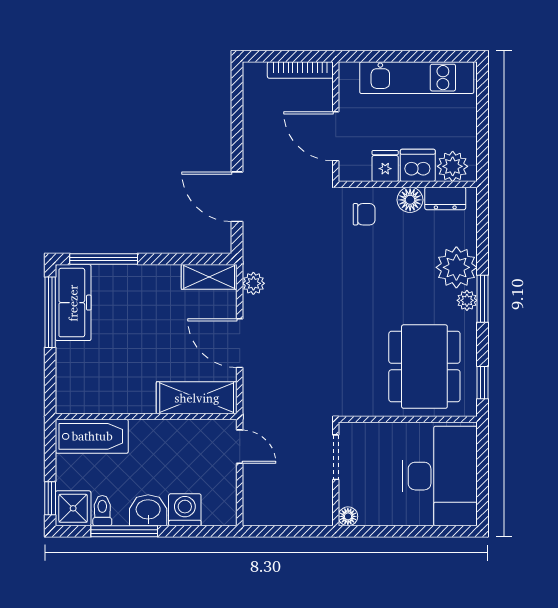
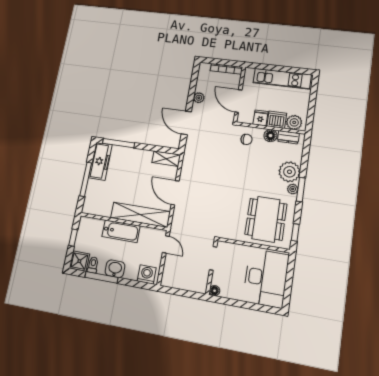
plant: (253, 283) -> (199, 98), moved
window: (50, 312) -> (86, 179), moved
shelving: (197, 398) -> (140, 215), width x1.47
bathtub: (92, 436) -> (121, 231), moved
window: (50, 498) -> (73, 238), moved
washing machine: (185, 510) -> (147, 274), moved

